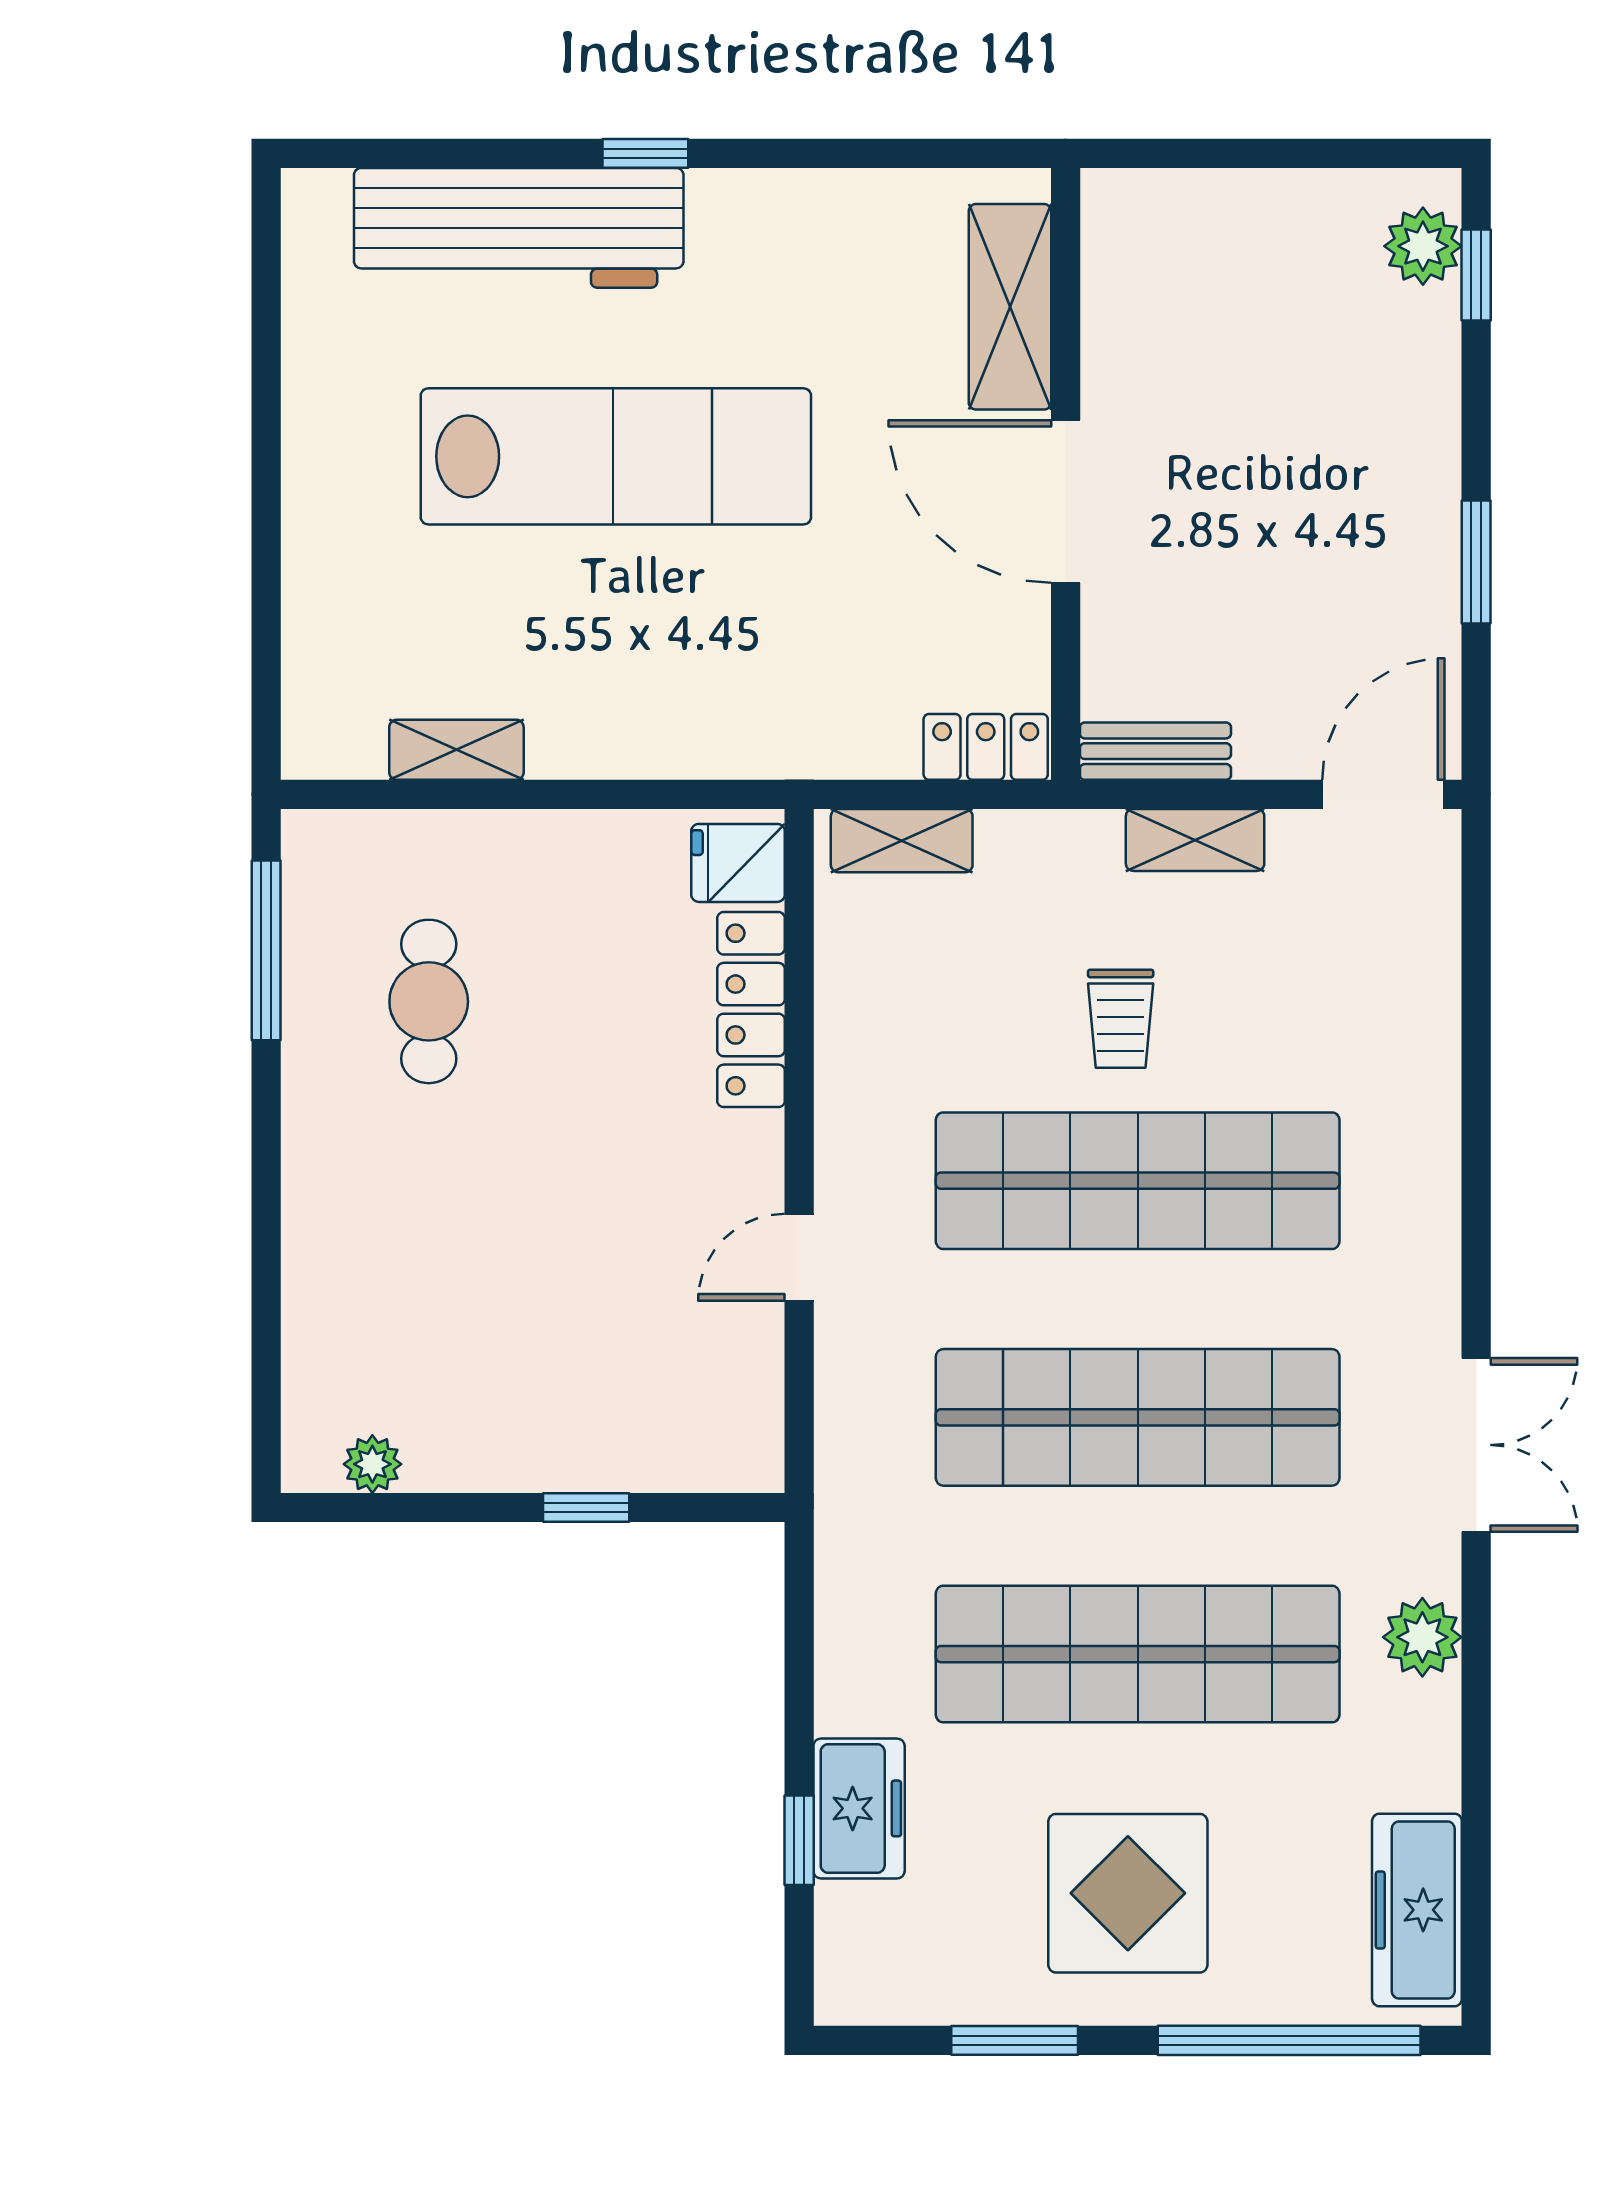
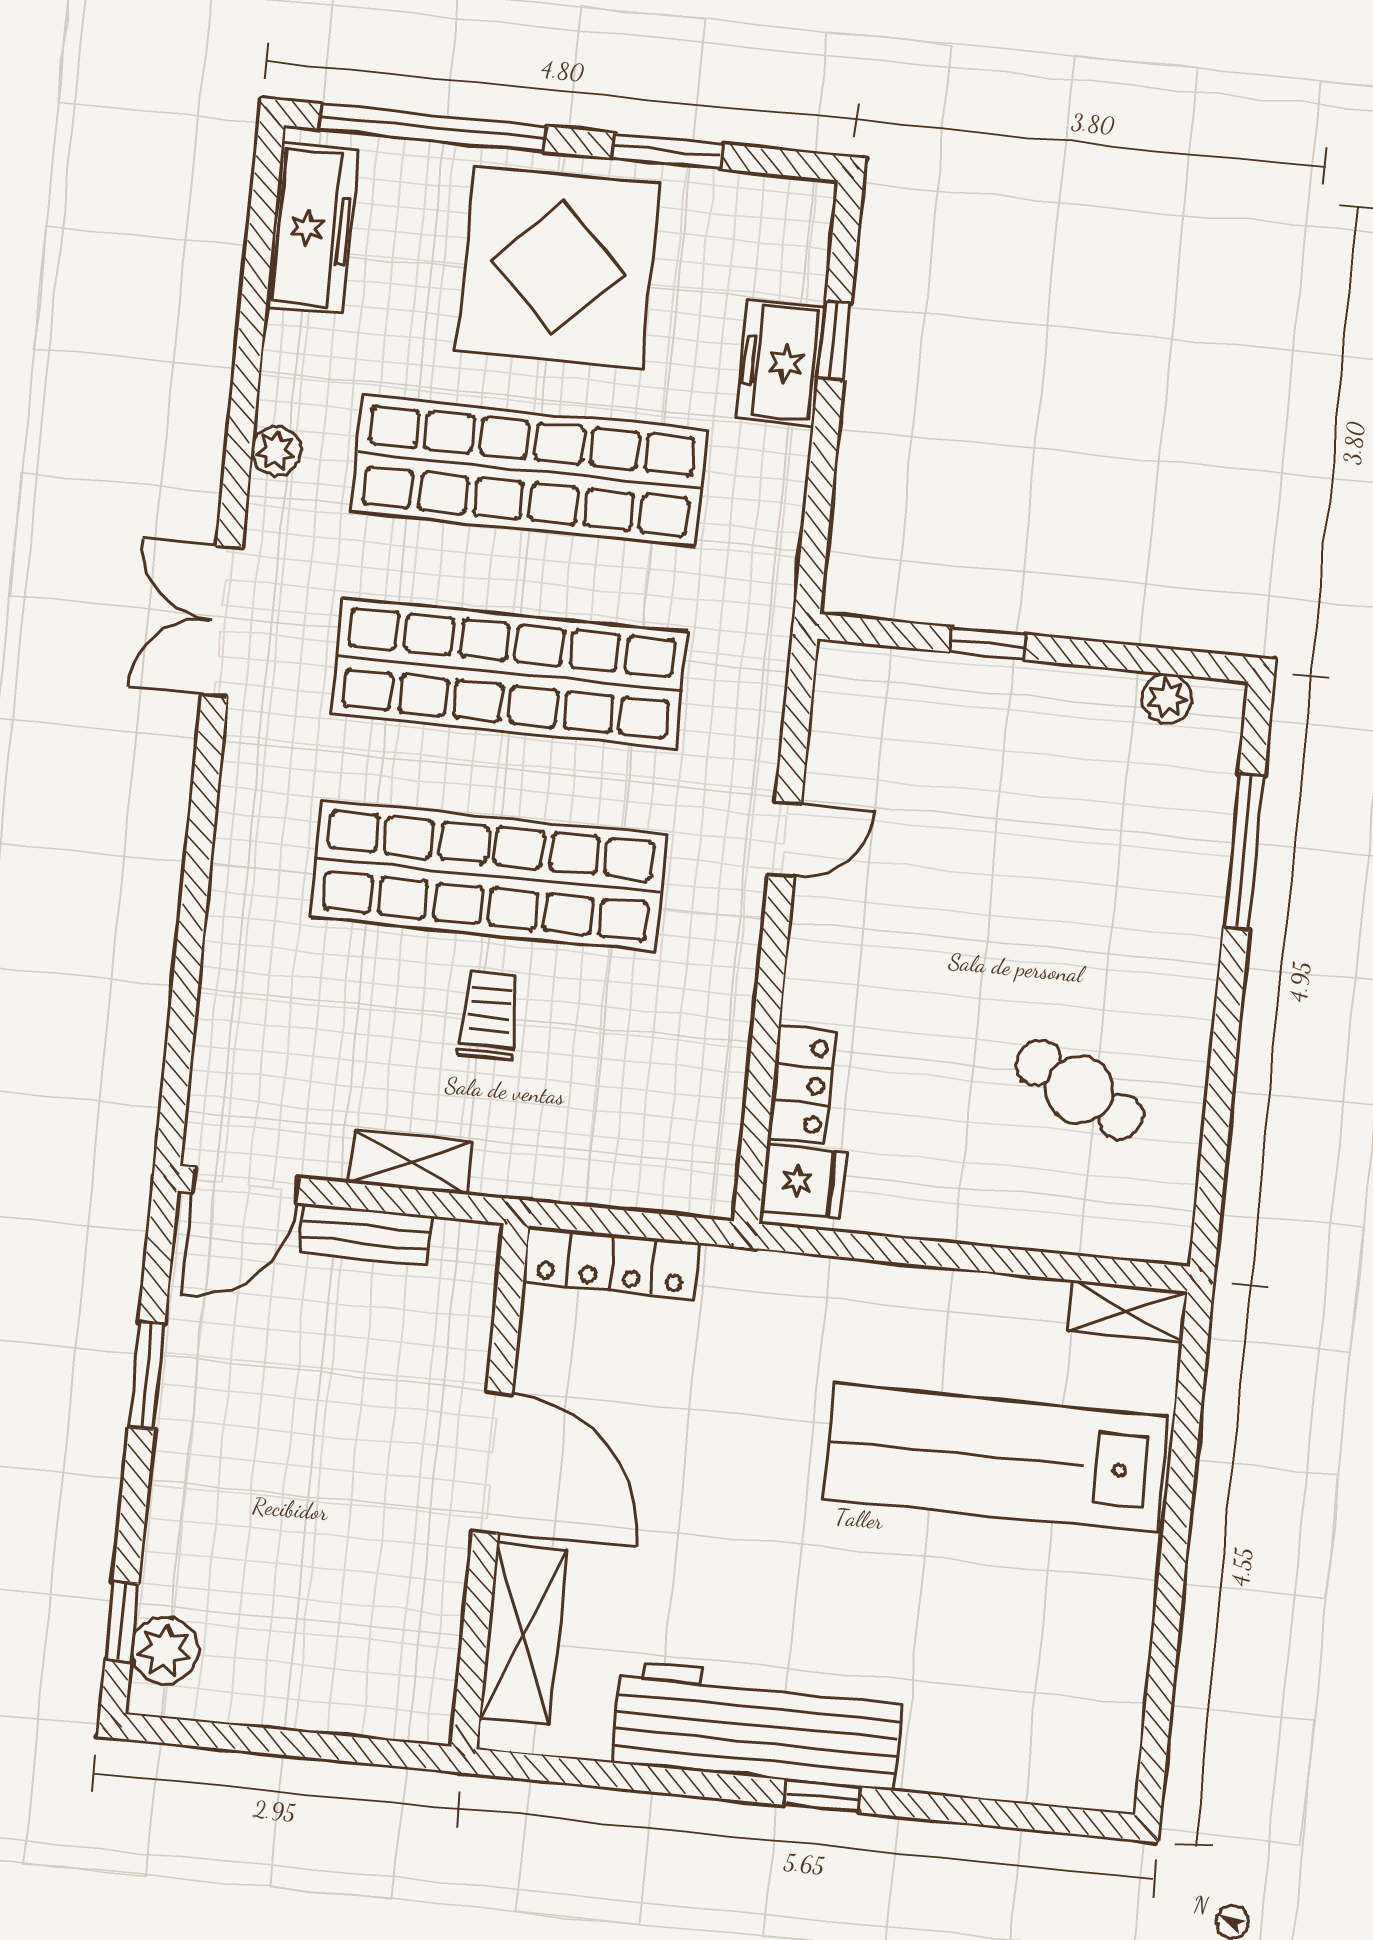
workbench: (519, 228) -> (758, 1725), moved
lab bench: (616, 456) -> (996, 1458), moved
locker: (986, 747) -> (611, 1263), width x1.53
shelving: (456, 750) -> (1128, 1312), moved
bench: (1155, 751) -> (366, 1234), moved
shelving: (902, 841) -> (662, 1187), removed
window: (266, 950) -> (1244, 852), moved
cafe table: (429, 1001) -> (1080, 1089), turned -62
locker: (751, 1010) -> (802, 1085), width x0.66
plant: (1422, 1637) -> (276, 451), width x0.73, depth x0.73
display table: (1128, 1893) -> (558, 267), width x1.36, depth x1.36

